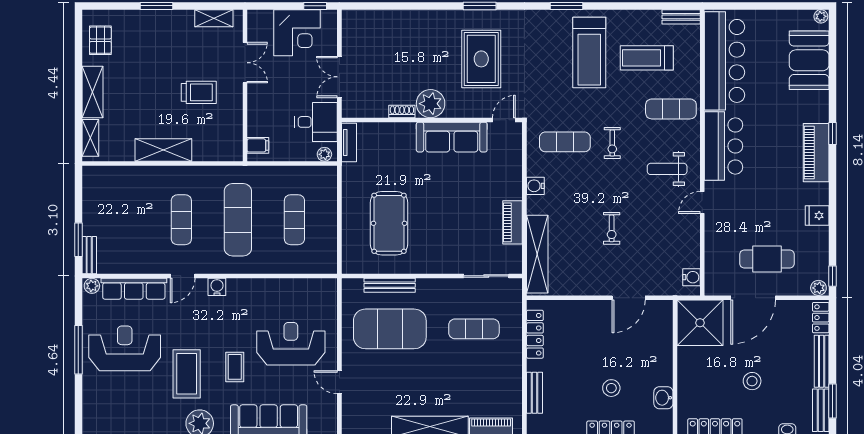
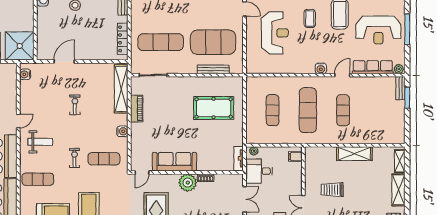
pool table: (389, 223) -> (214, 108), turned 90
exercise mat: (474, 329) -> (161, 42), width x1.36, depth x1.45
reception desk: (291, 344) -> (275, 33), turned -90

